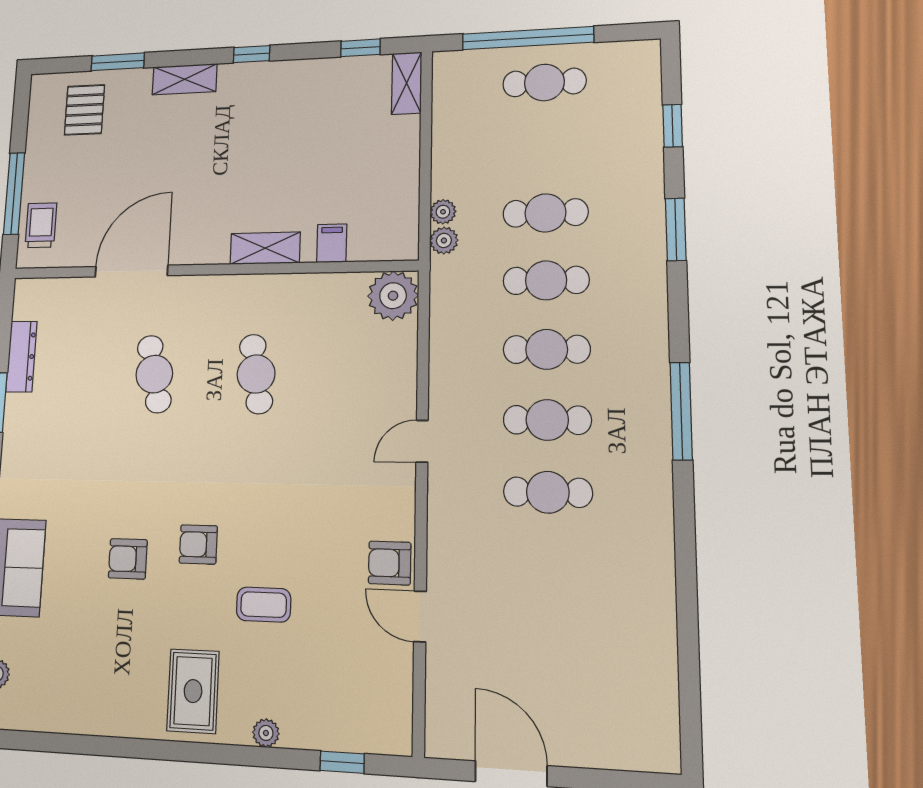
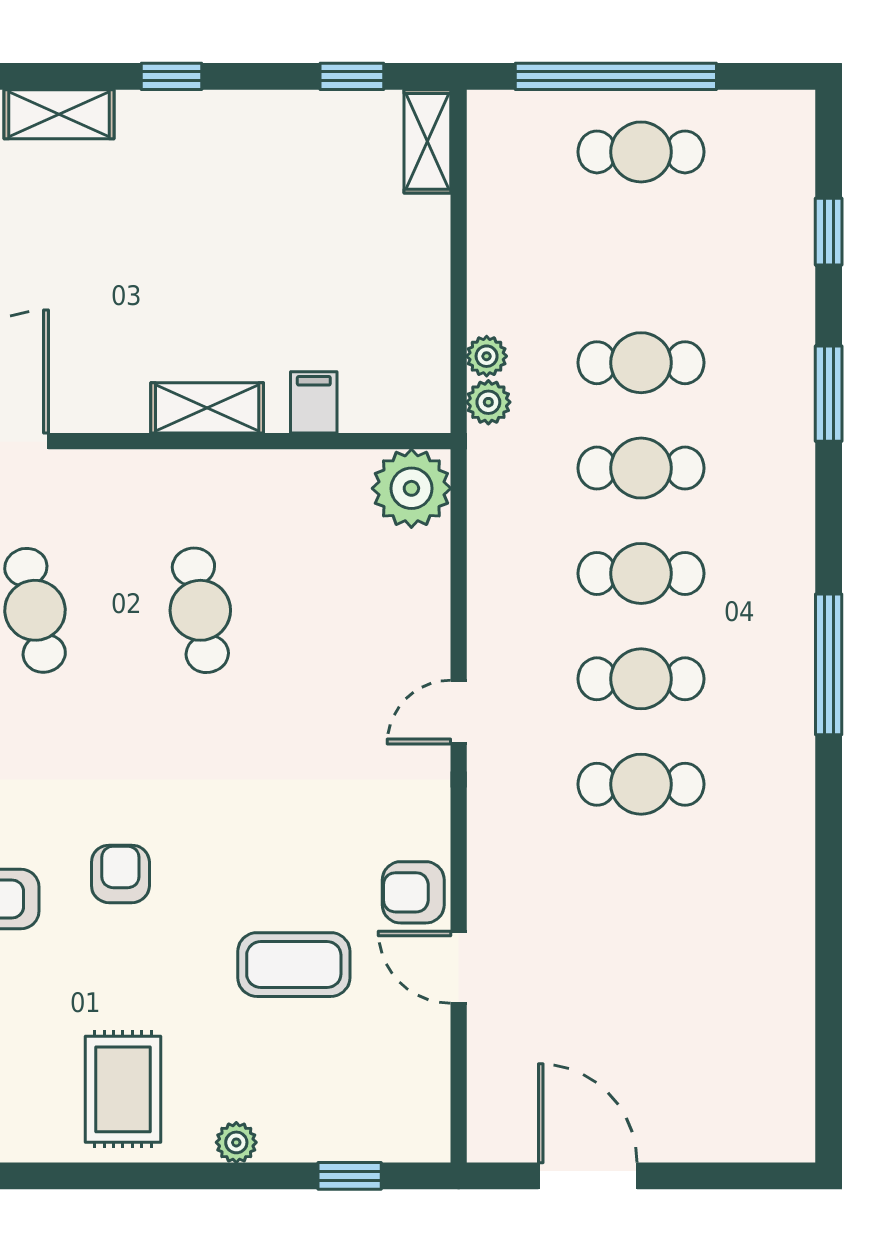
armchair: (198, 544) -> (120, 874), turned 90
coffee table: (264, 605) -> (294, 965), moved, width x1.36, depth x1.30

